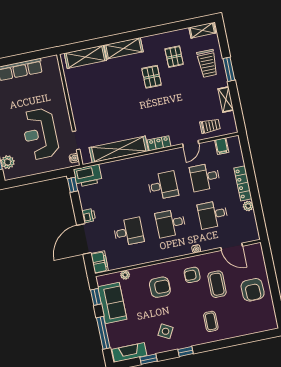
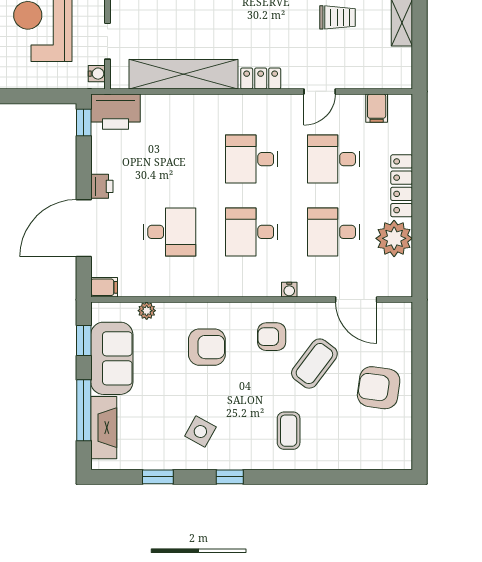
trolley: (210, 126) -> (338, 17), moved
desk: (163, 186) -> (252, 159), turned 180
plant: (248, 206) -> (394, 238), width x1.88, depth x1.88
filing cabinet: (100, 262) -> (104, 287), width x0.50
coffee table: (217, 284) -> (314, 364), turned 37
armchair: (253, 290) -> (379, 388), turned 99
fireplace: (129, 352) -> (104, 428), moved, turned 90

